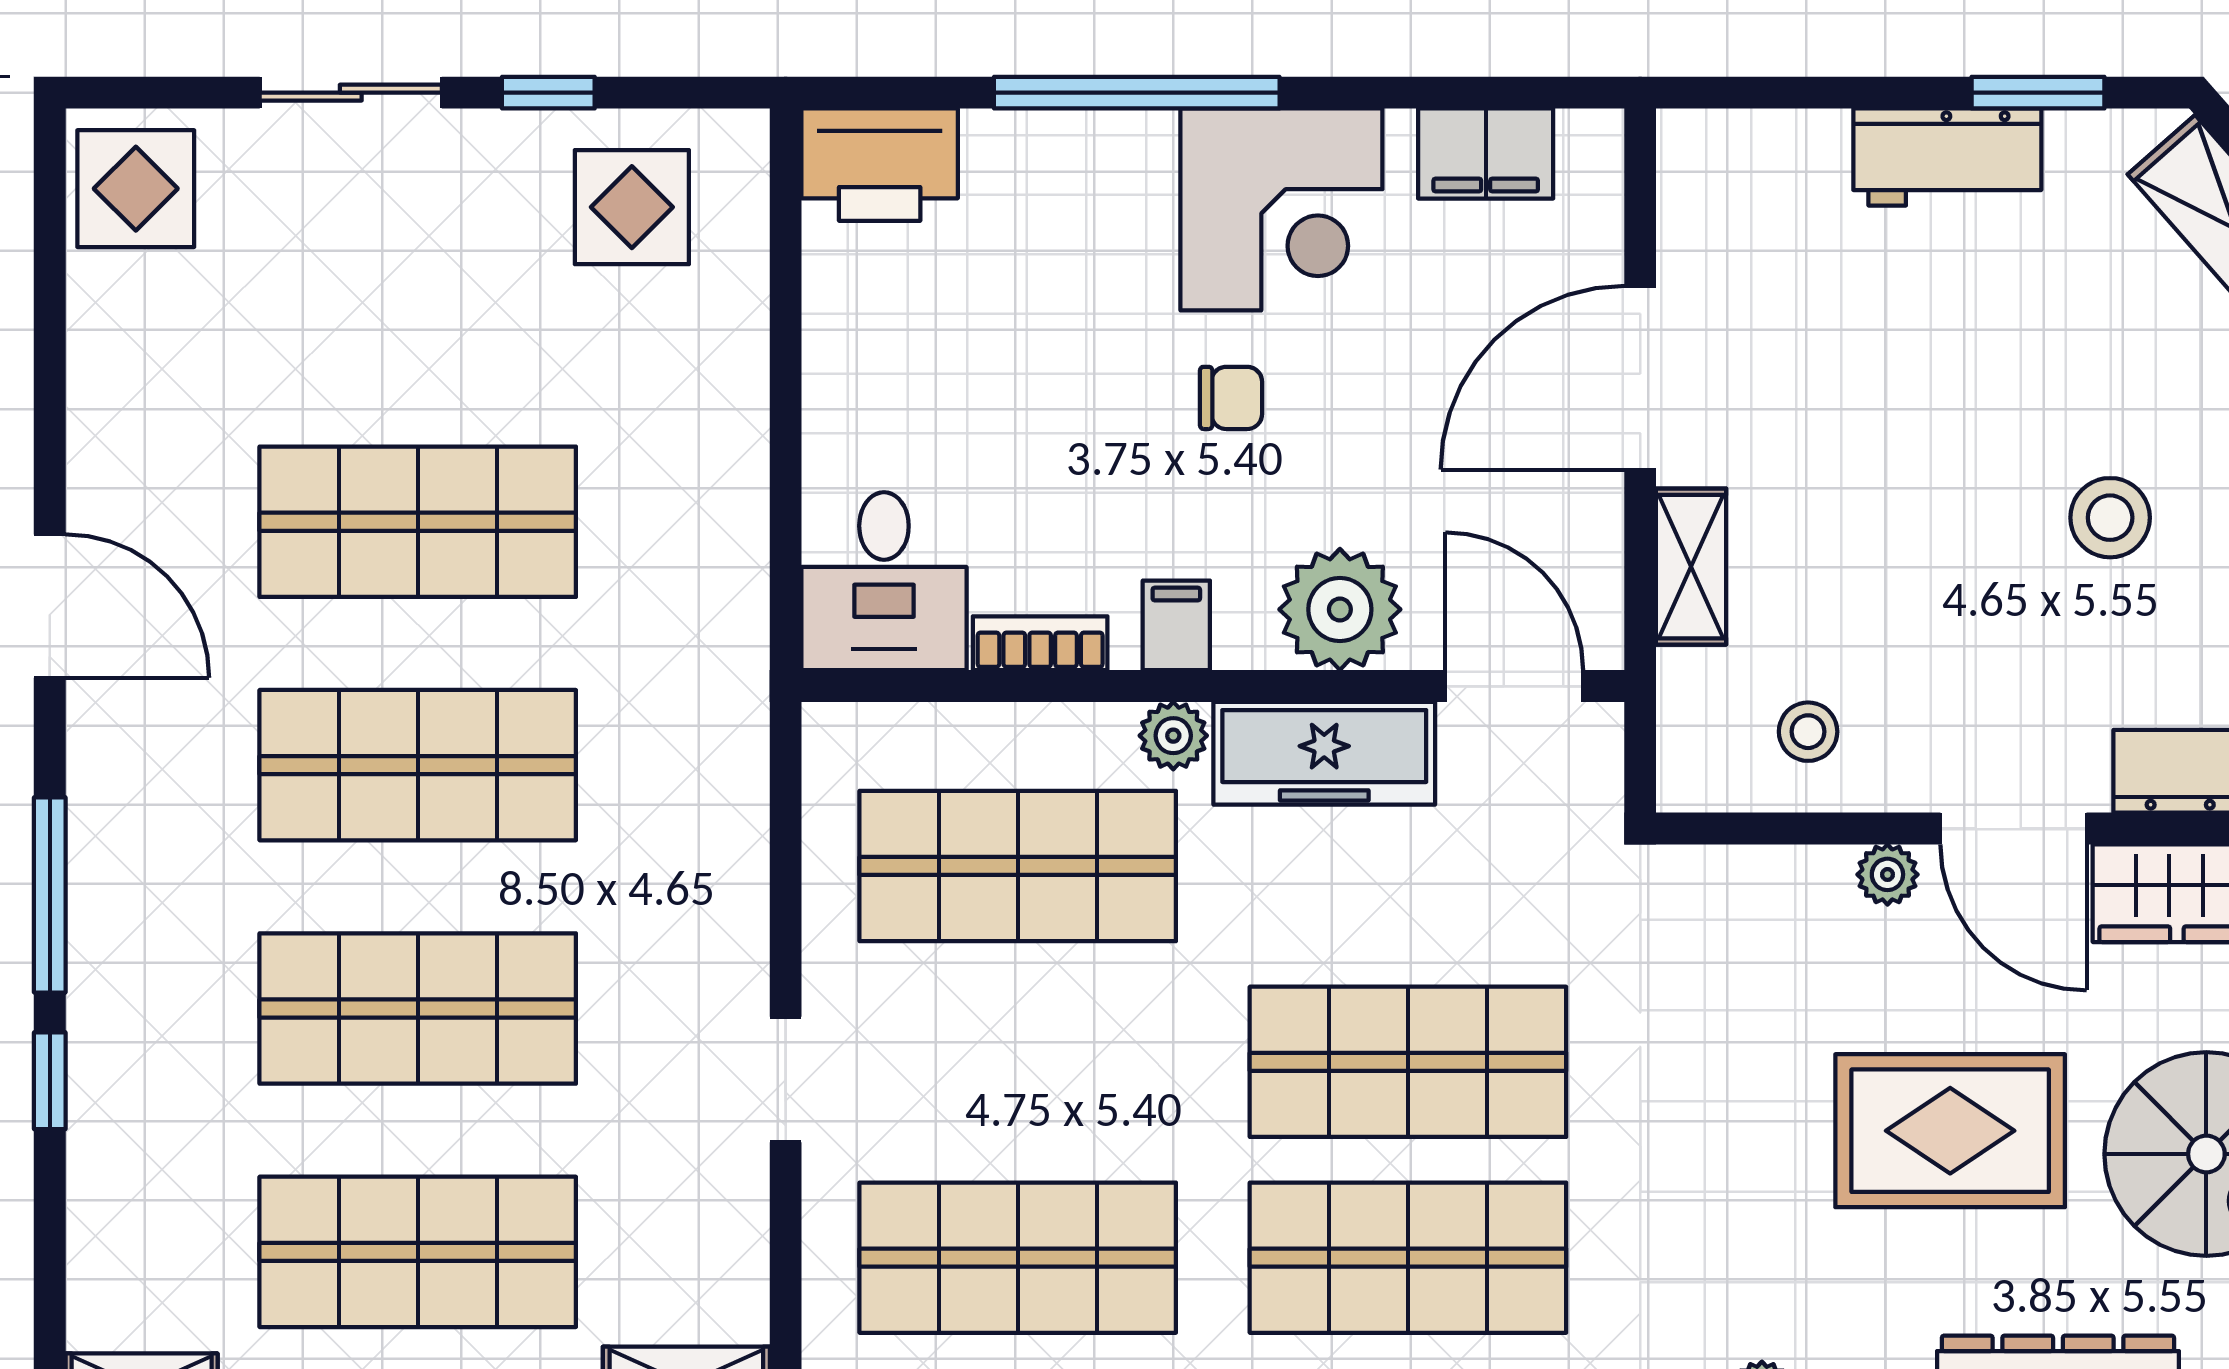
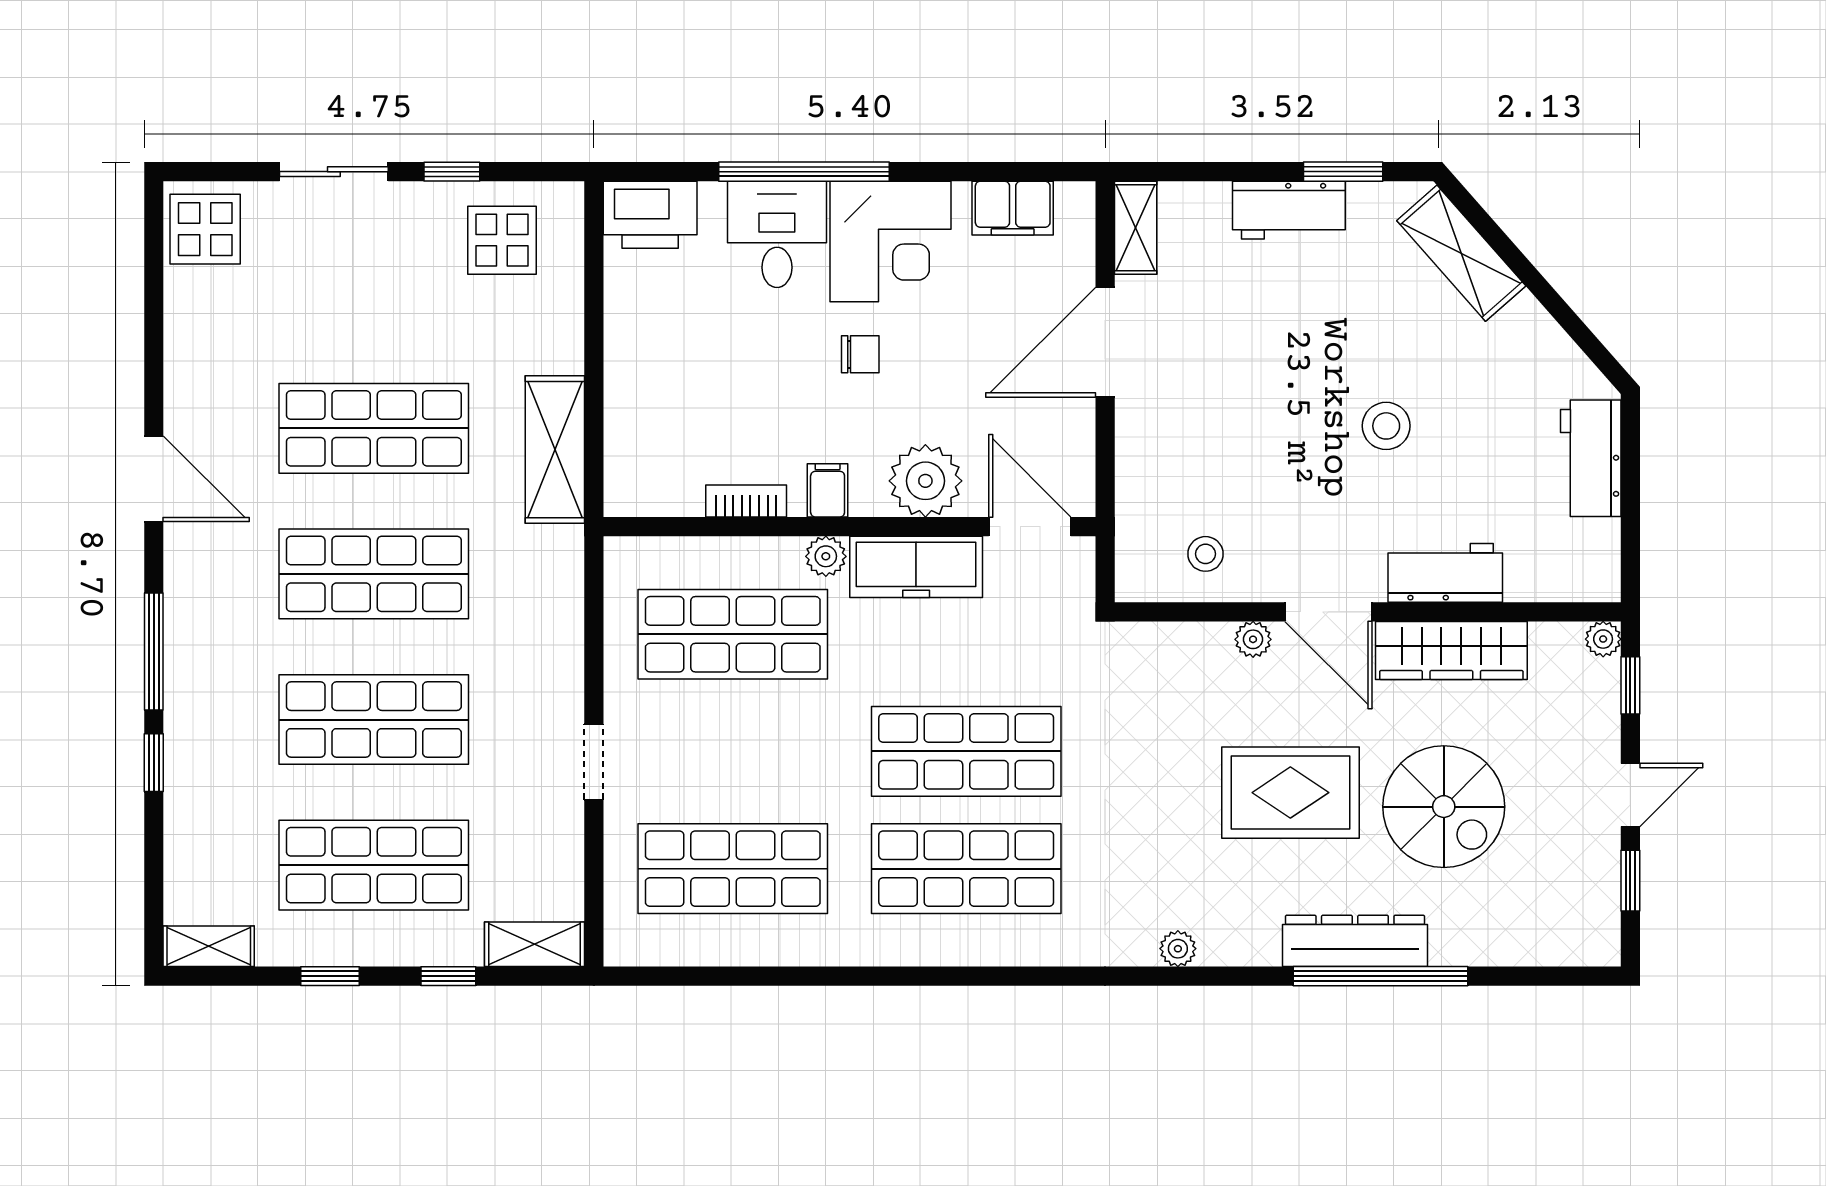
shelving: (720, 557) -> (555, 450), added
shelving: (1691, 567) -> (1136, 228), moved
desk: (884, 581) -> (777, 234), moved, turned 180

